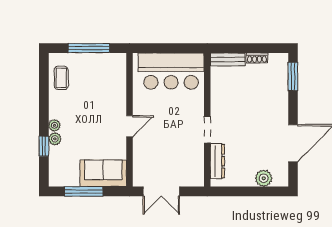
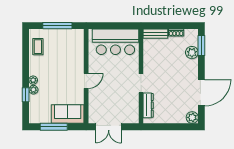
plant: (279, 86) -> (192, 53), added
plant: (264, 178) -> (192, 117), moved

